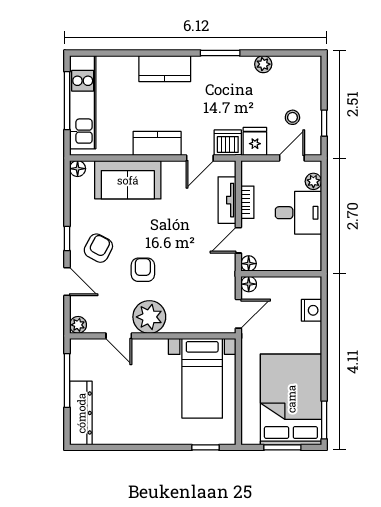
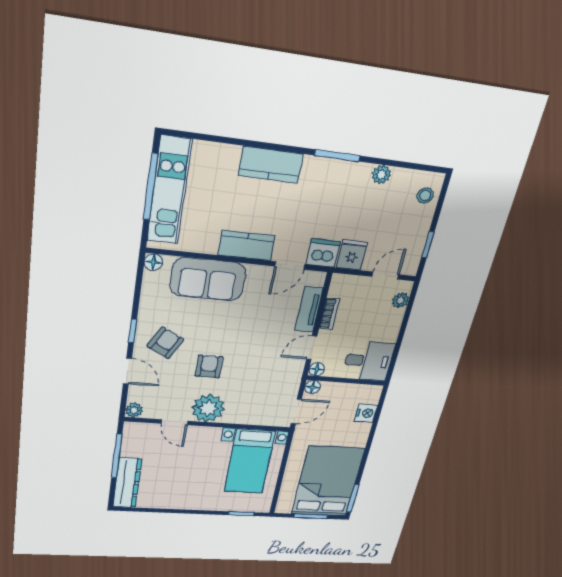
stool: (292, 117) -> (425, 195), moved
desk: (298, 213) -> (368, 361), moved

